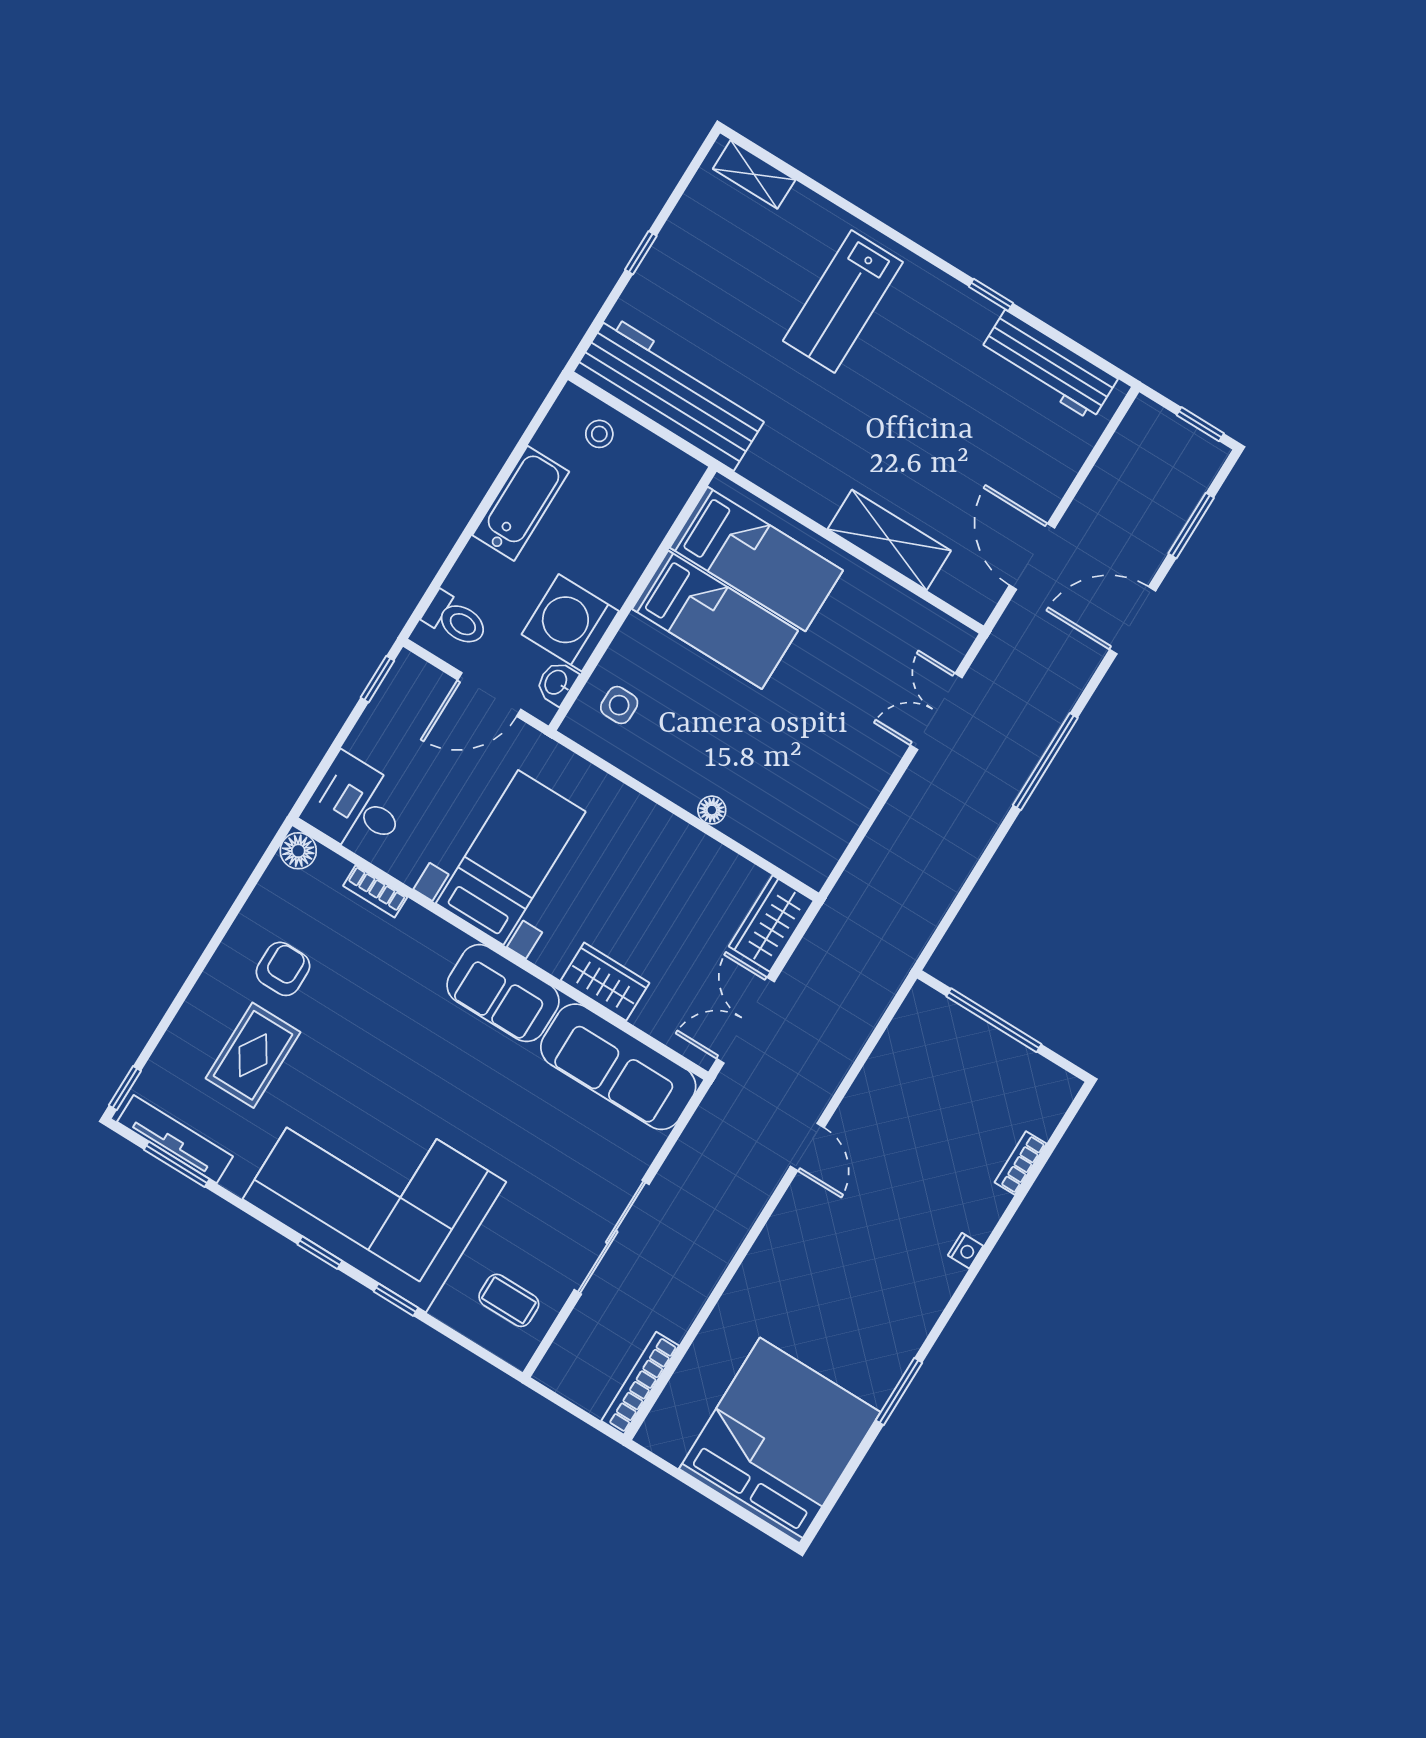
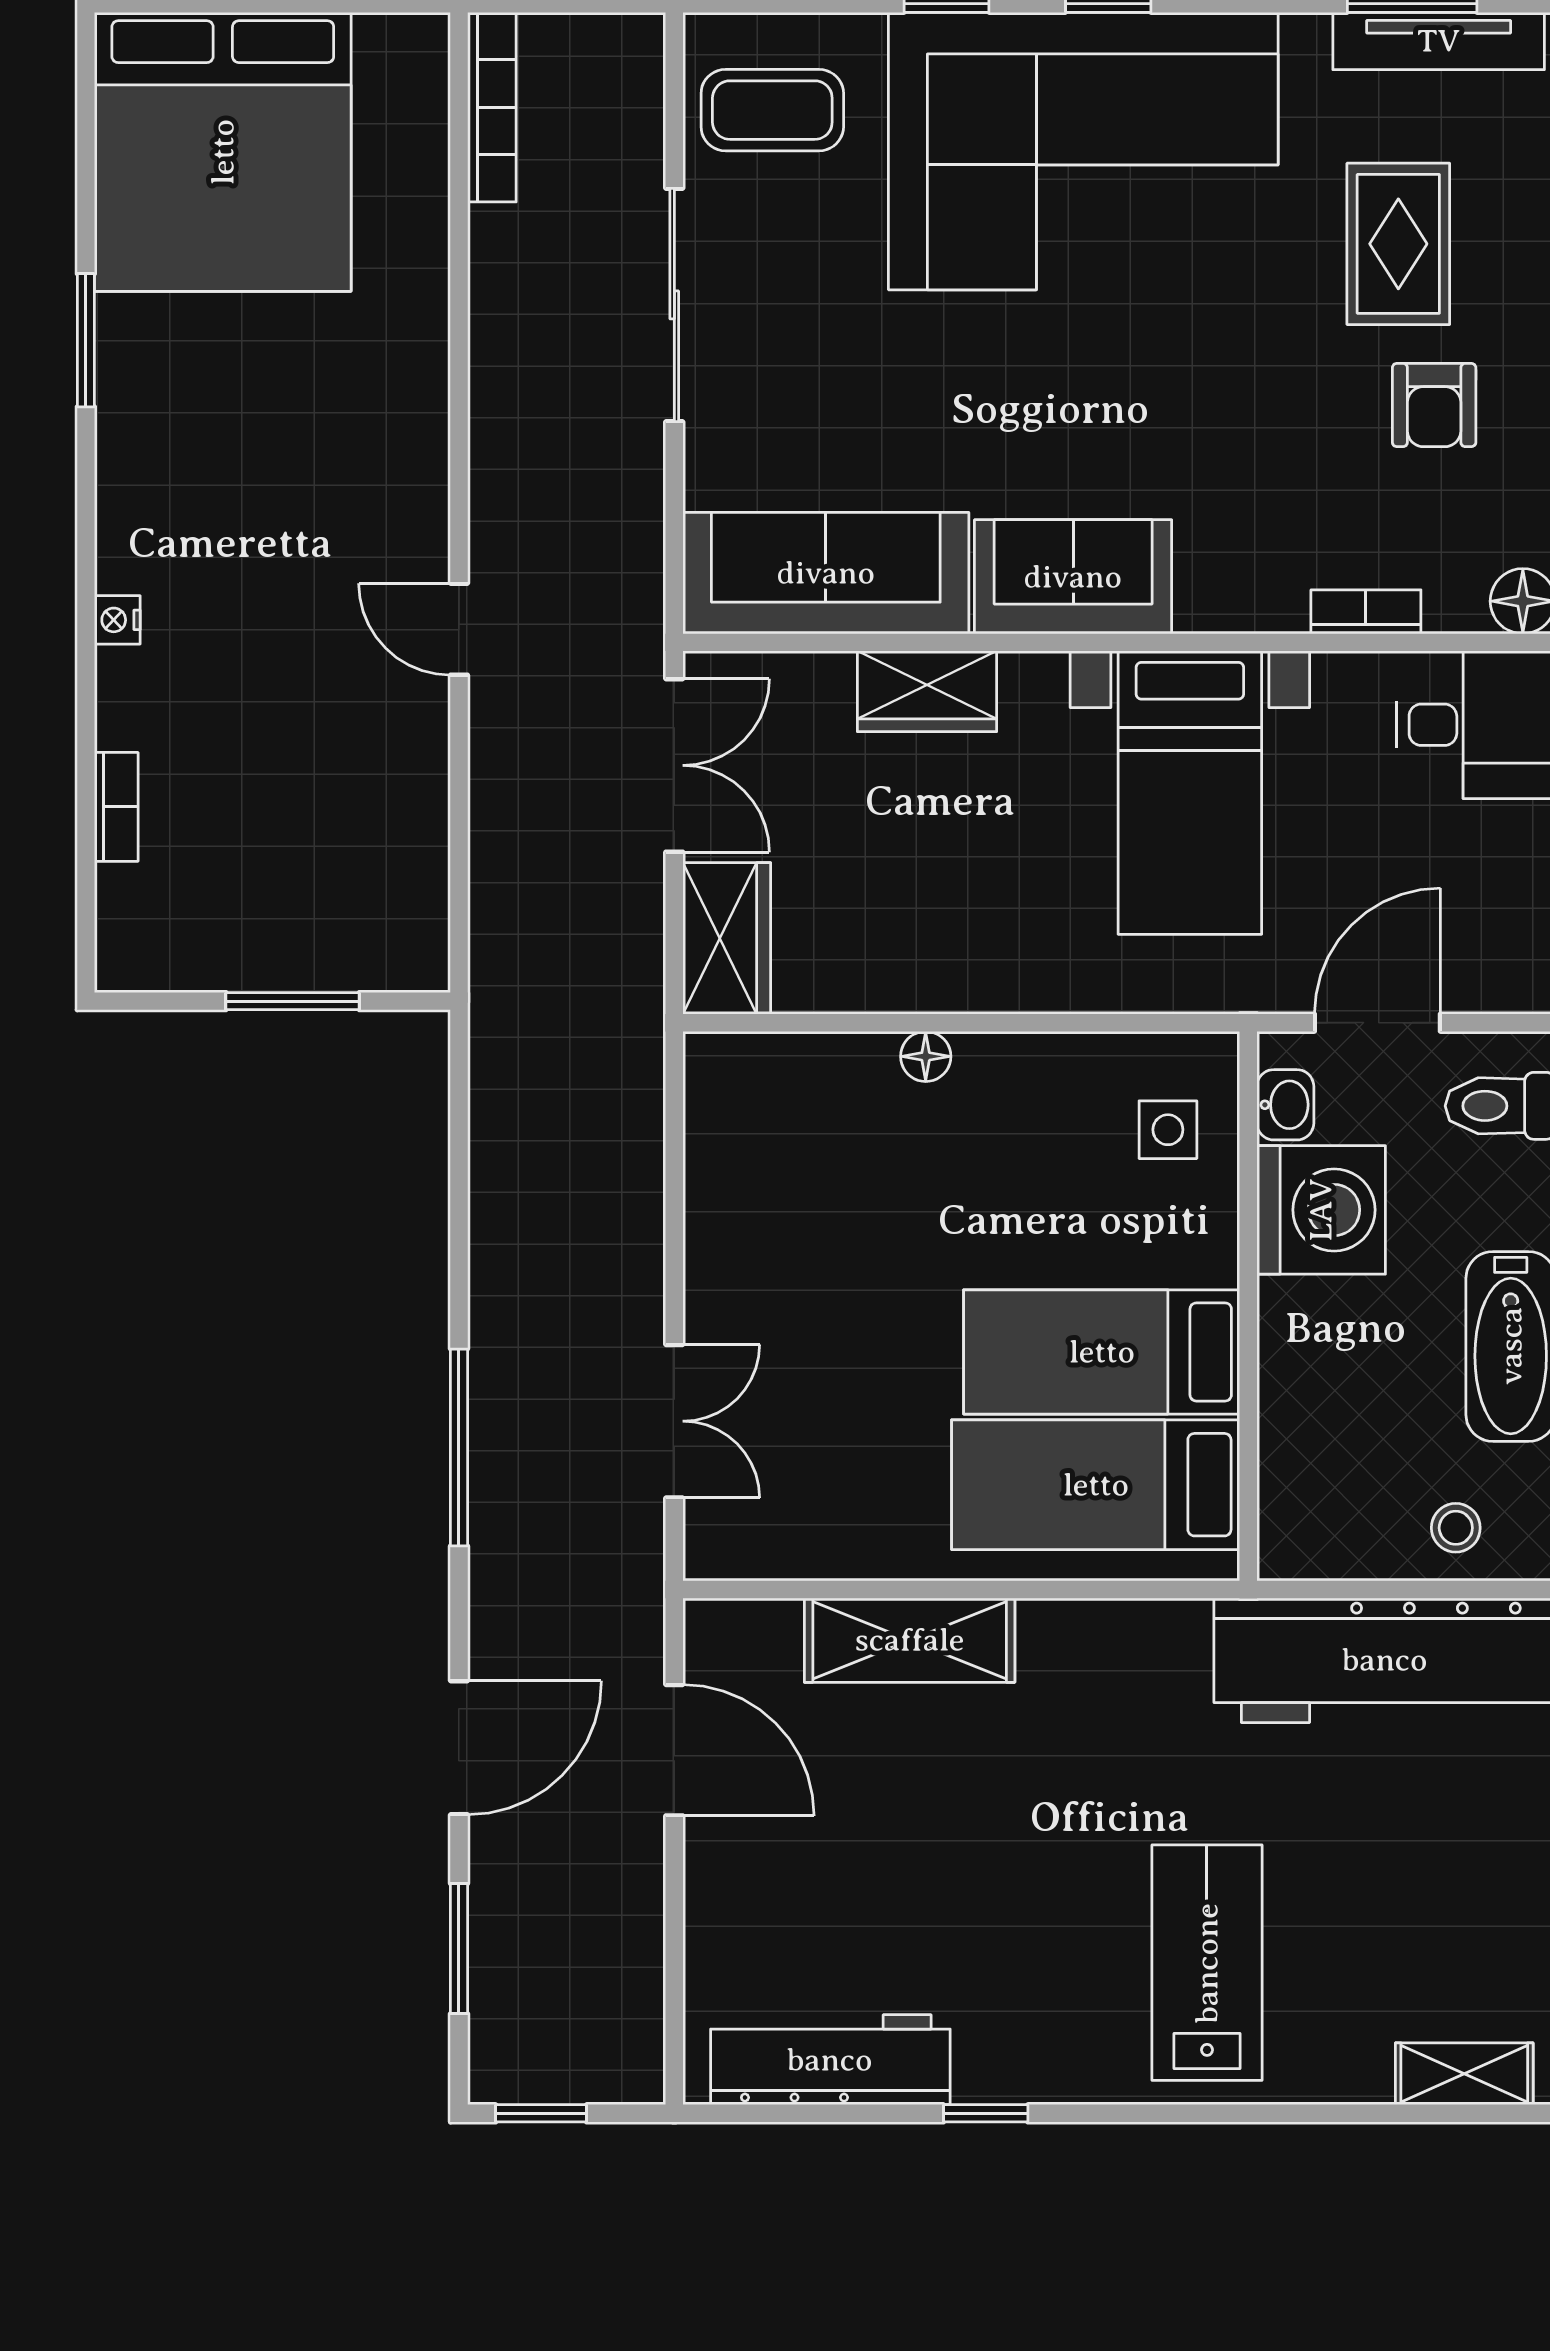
window: (994, 1020) -> (293, 1001), width x0.69
coffee table: (509, 1300) -> (772, 110), width x1.36, depth x1.30

